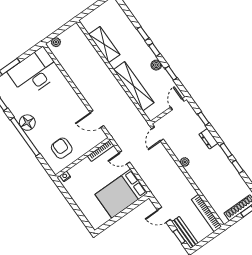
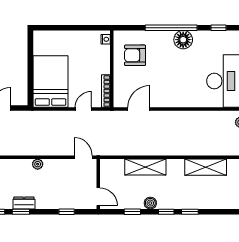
shelving: (134, 86) -> (145, 167), width x0.68
dresser: (208, 139) -> (24, 203), moved
armchair: (62, 148) -> (135, 55), turned 180

